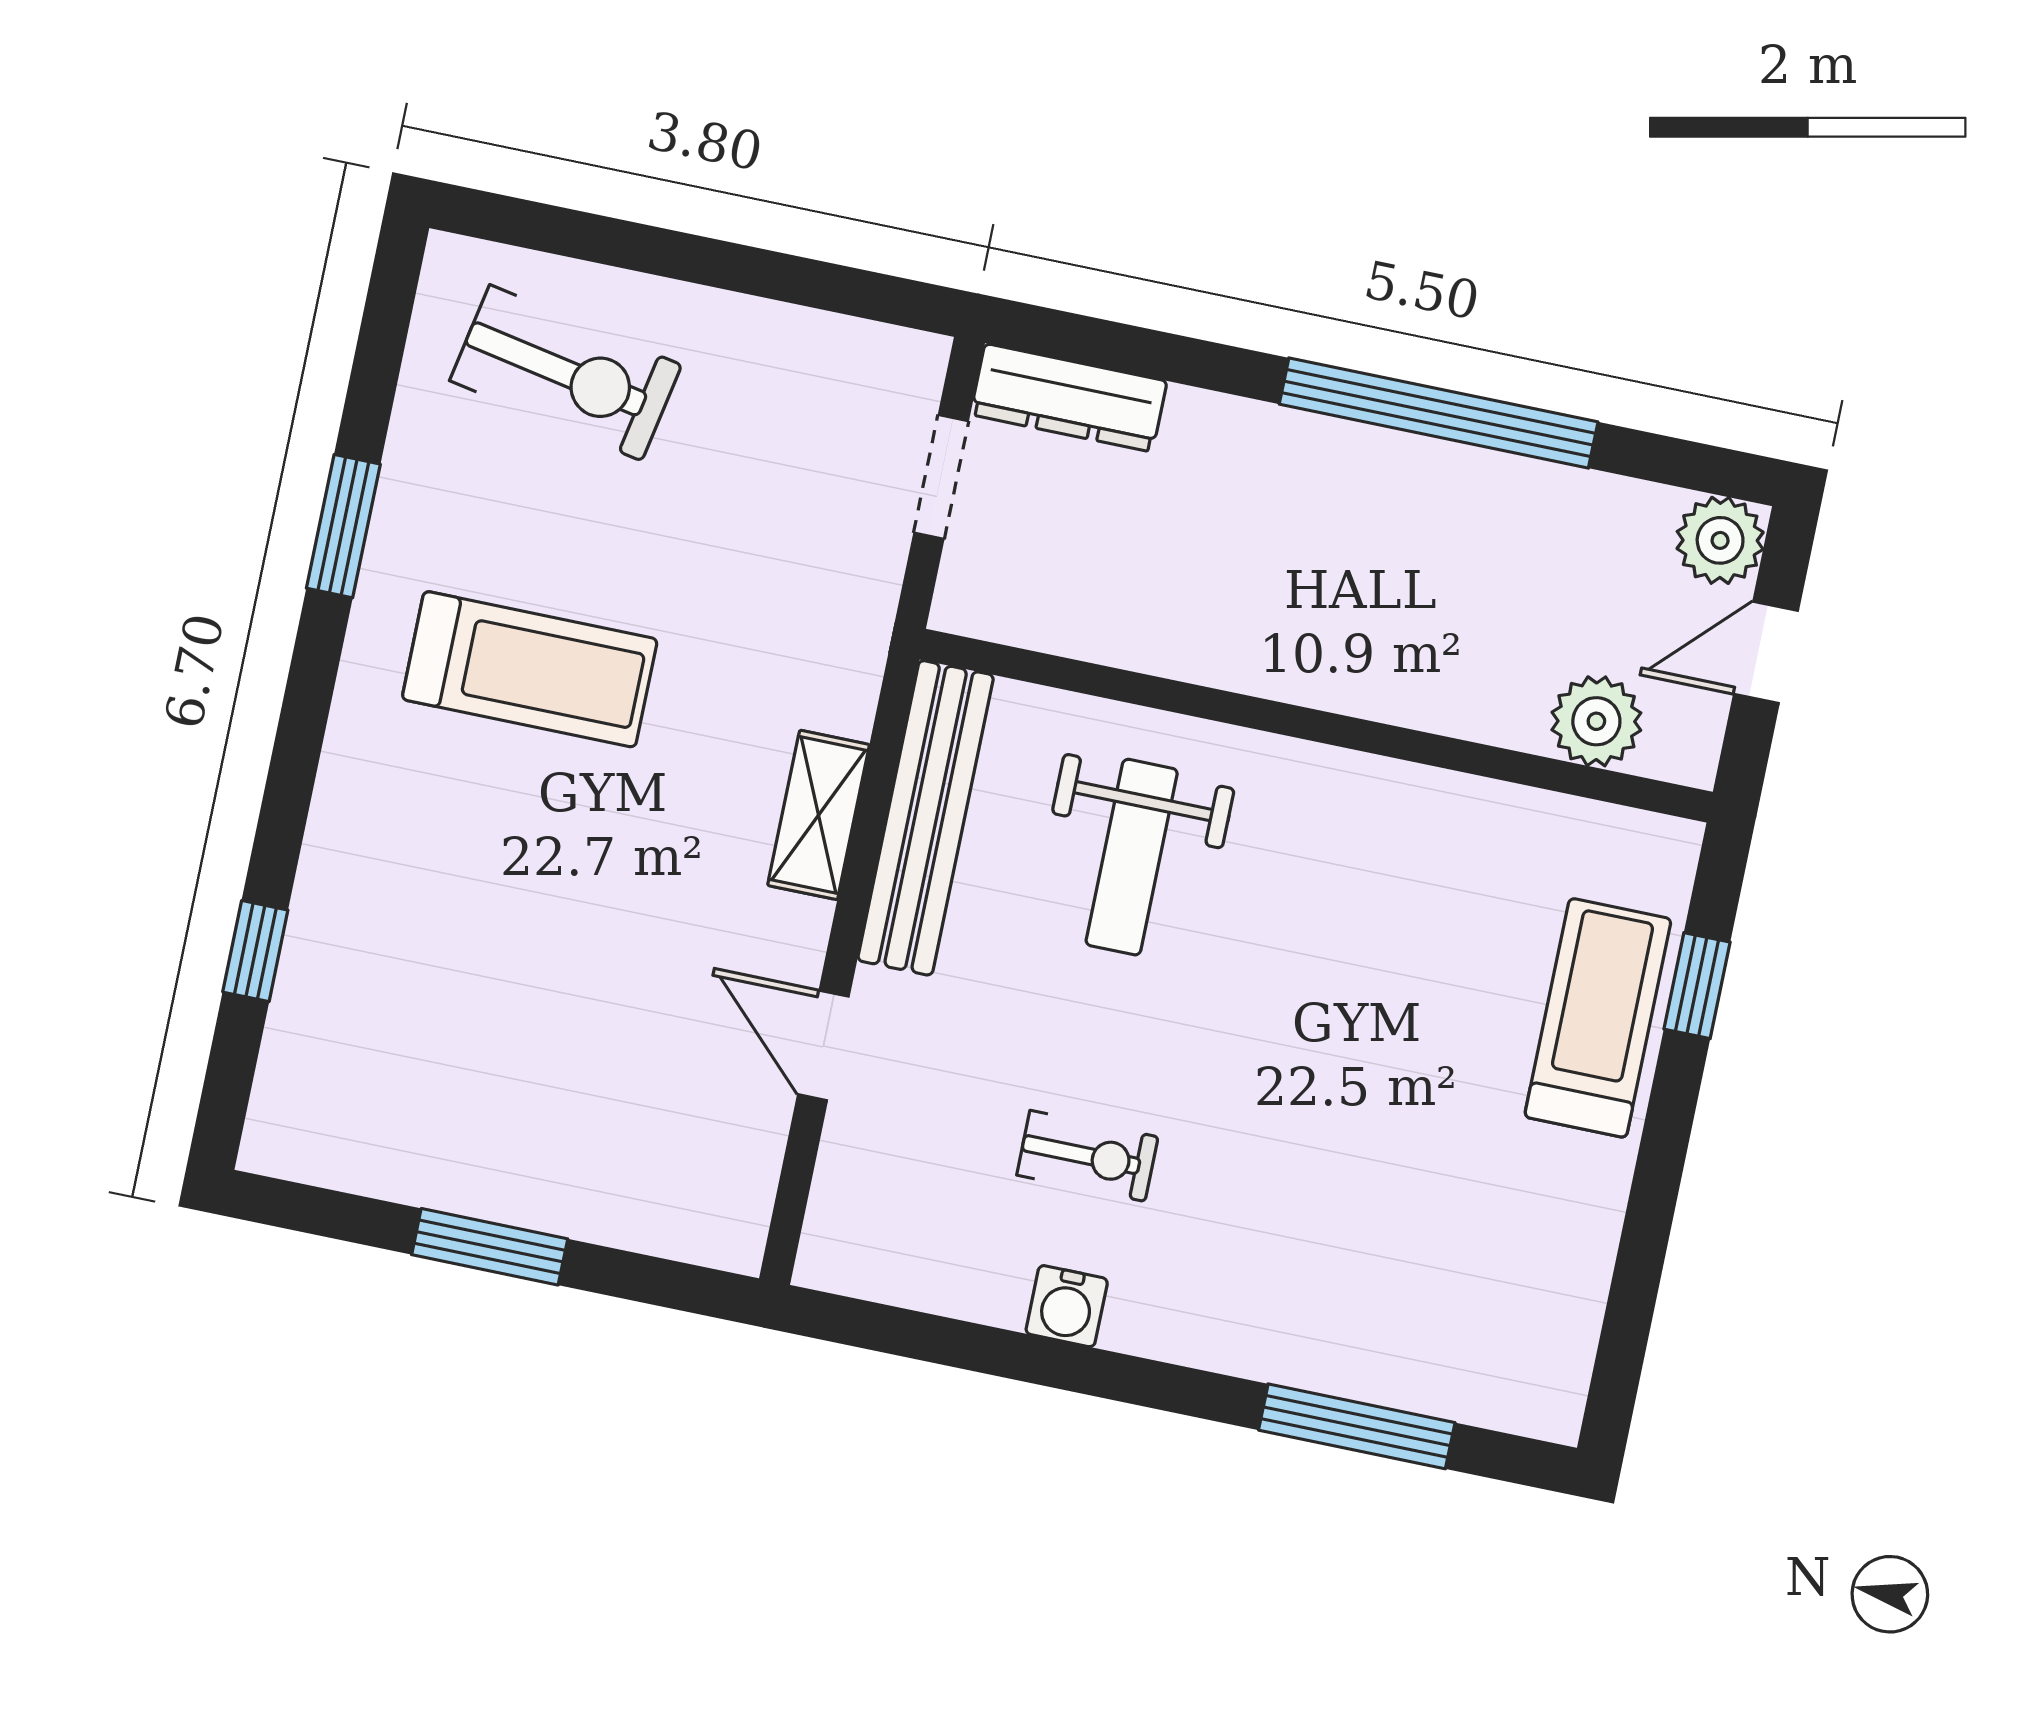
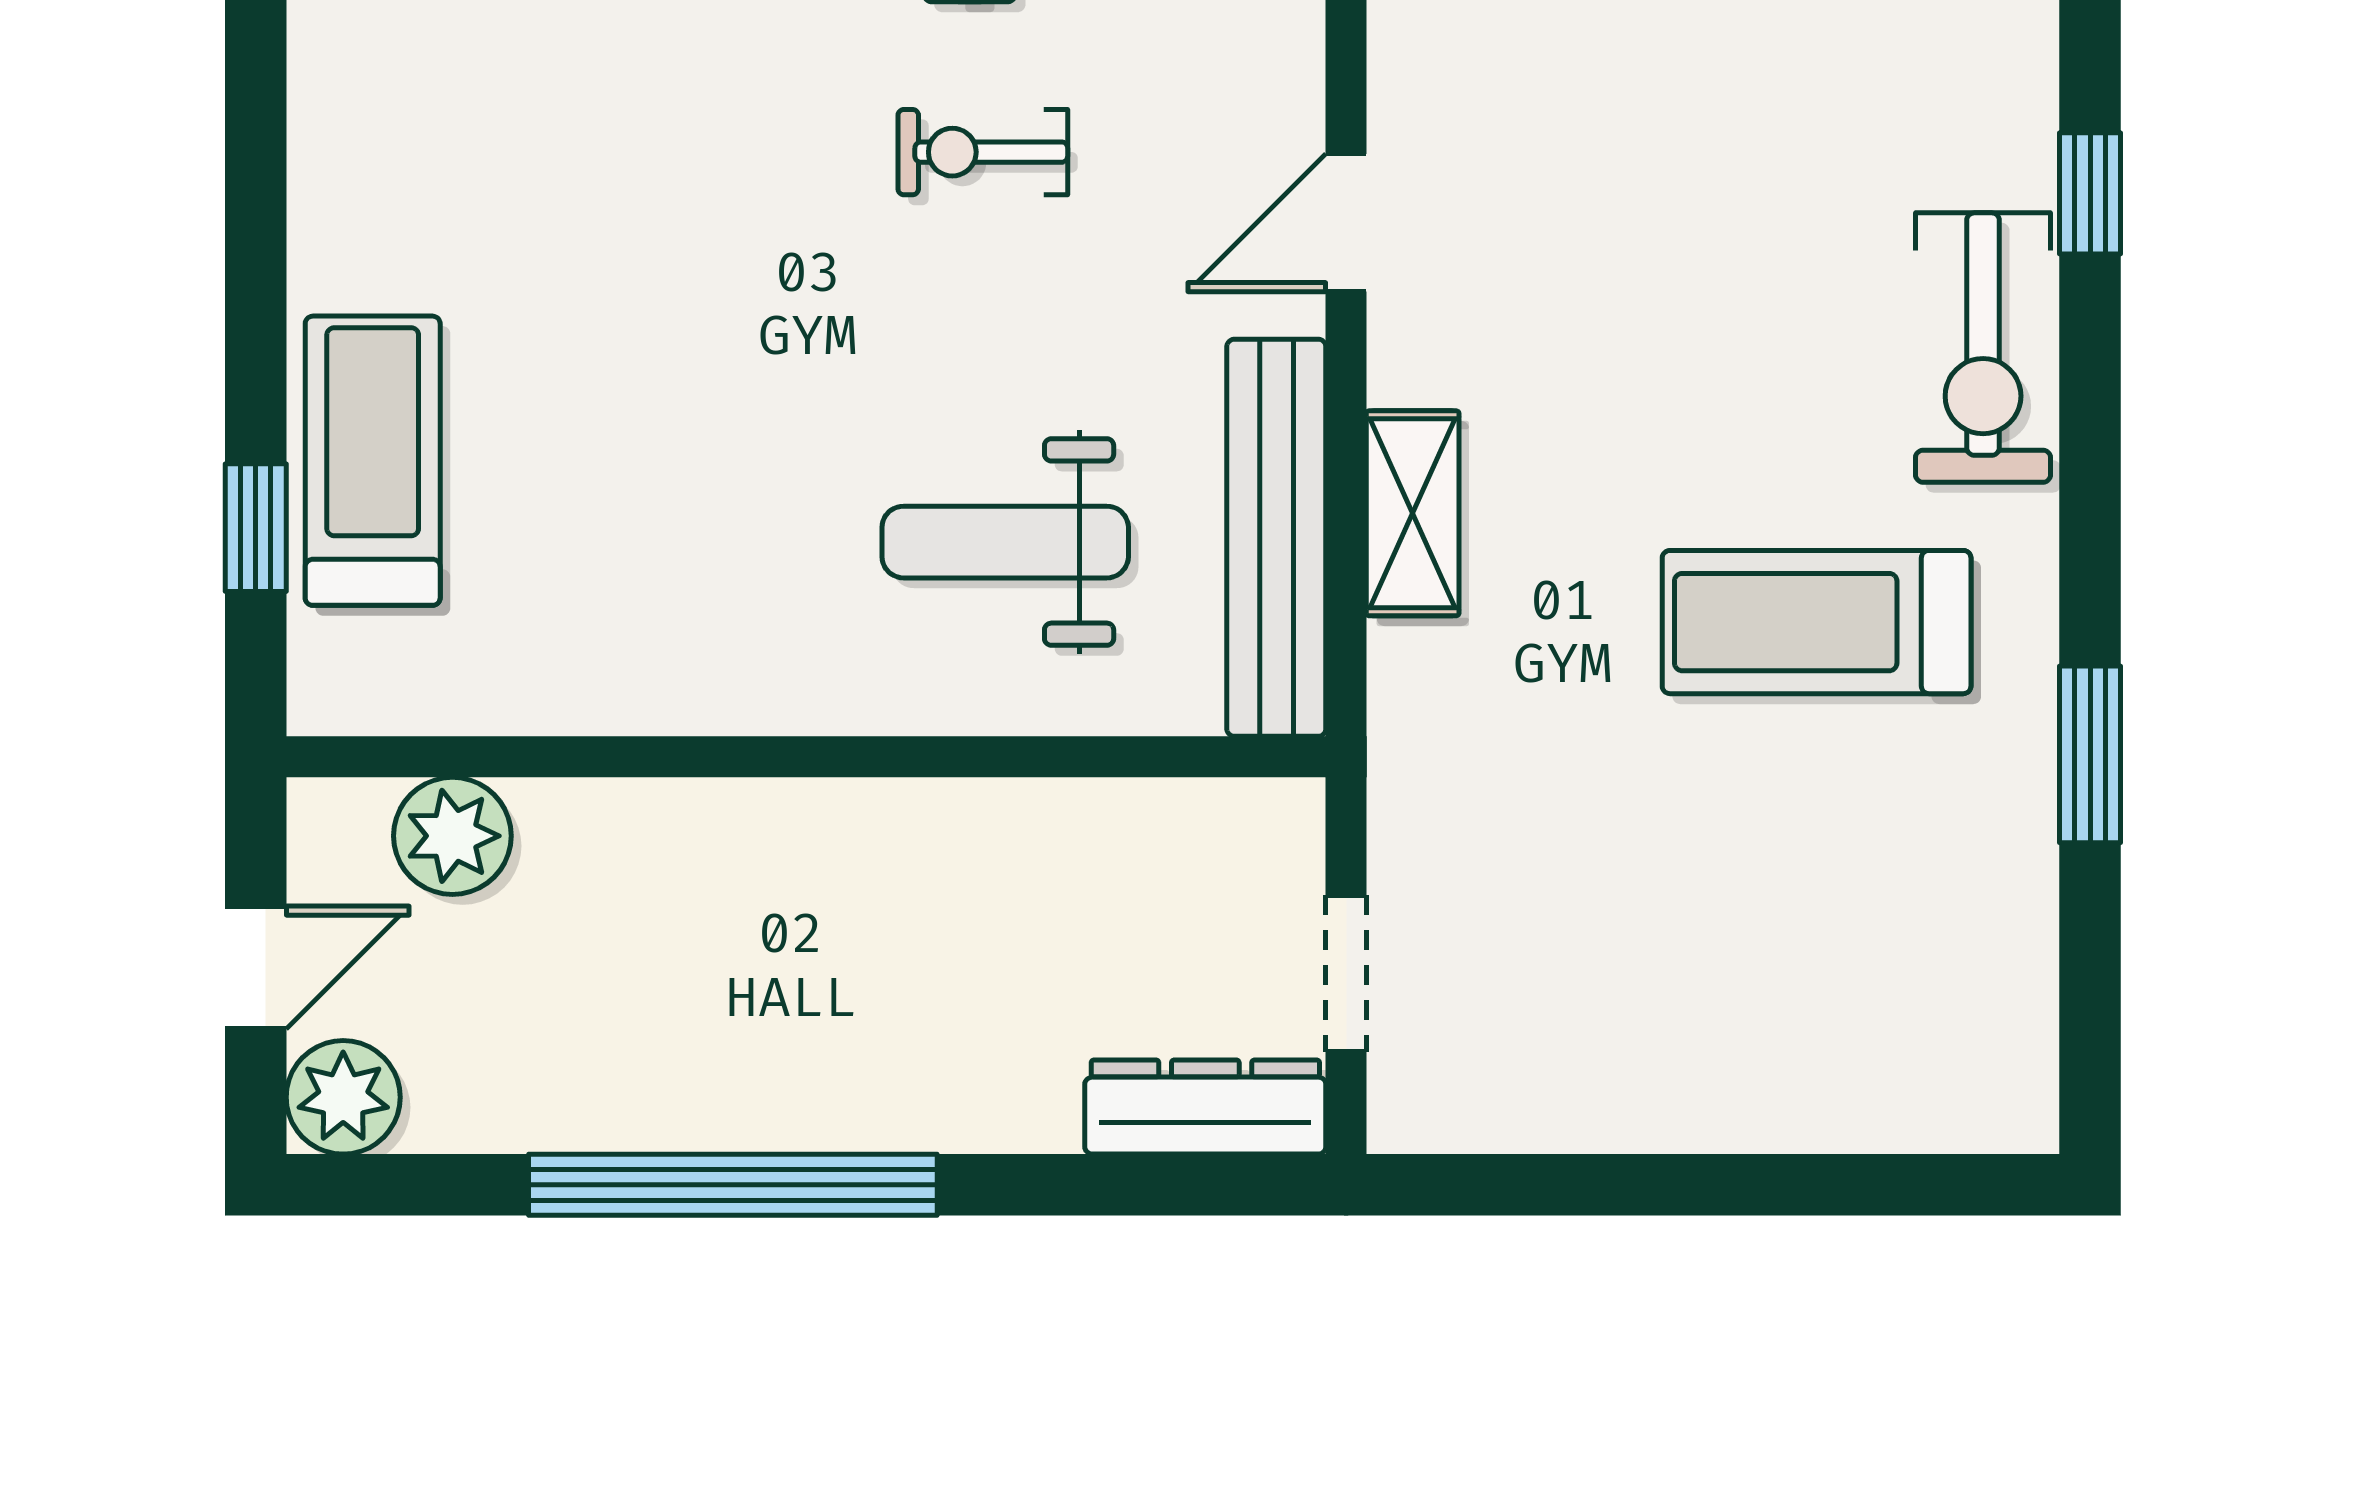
exercise bike: (566, 373) -> (1983, 348), moved, turned -101
weight bench: (1132, 857) -> (1005, 542), turned -90
treadmill: (1598, 1018) -> (373, 461), turned 180
door: (823, 1045) -> (1346, 223), swing flipped

